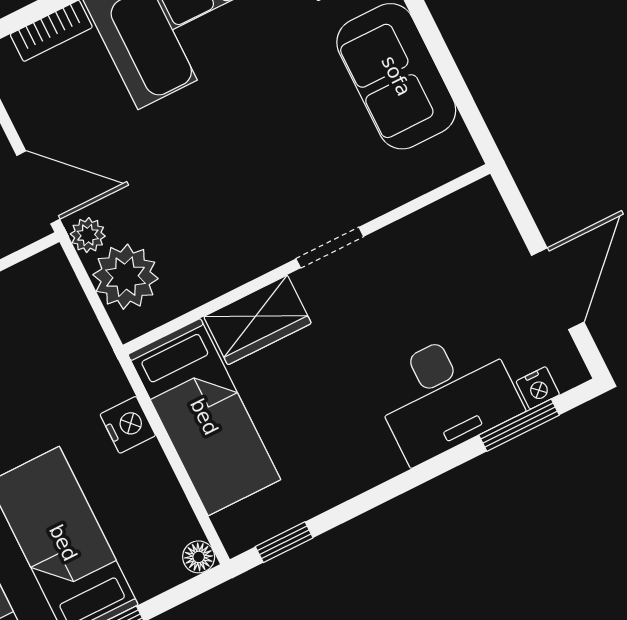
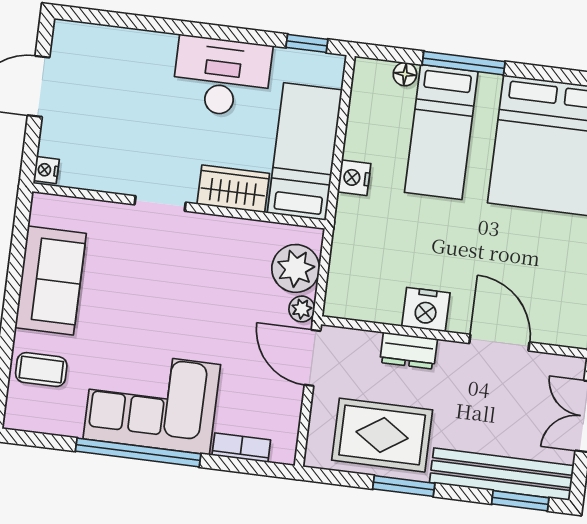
nightstand: (538, 388) -> (46, 170), moved, turned -90
desk: (446, 395) -> (222, 77), moved
window: (519, 425) -> (117, 19), removed
floor lamp: (199, 557) -> (405, 74), moved

